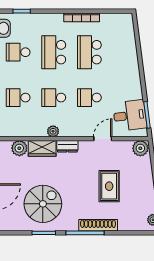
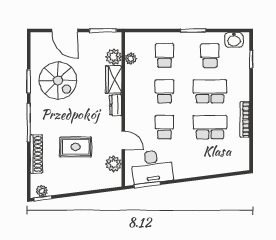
desk: (130, 115) -> (152, 167), width x1.37
plant: (53, 131) -> (131, 59), moved
plant: (140, 148) -> (114, 164), moved
shoe rack: (98, 225) -> (36, 154), moved

